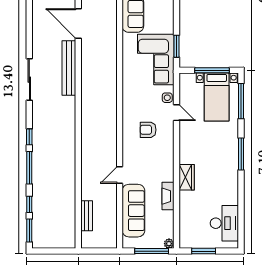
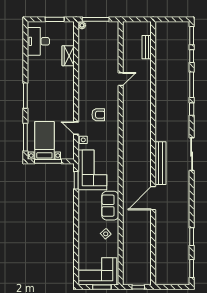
door: (78, 24) -> (153, 198), swing flipped
wardrobe: (187, 177) -> (68, 56), moved
fireplace: (168, 196) -> (83, 63), removed
sofa: (133, 211) -> (110, 51), removed

